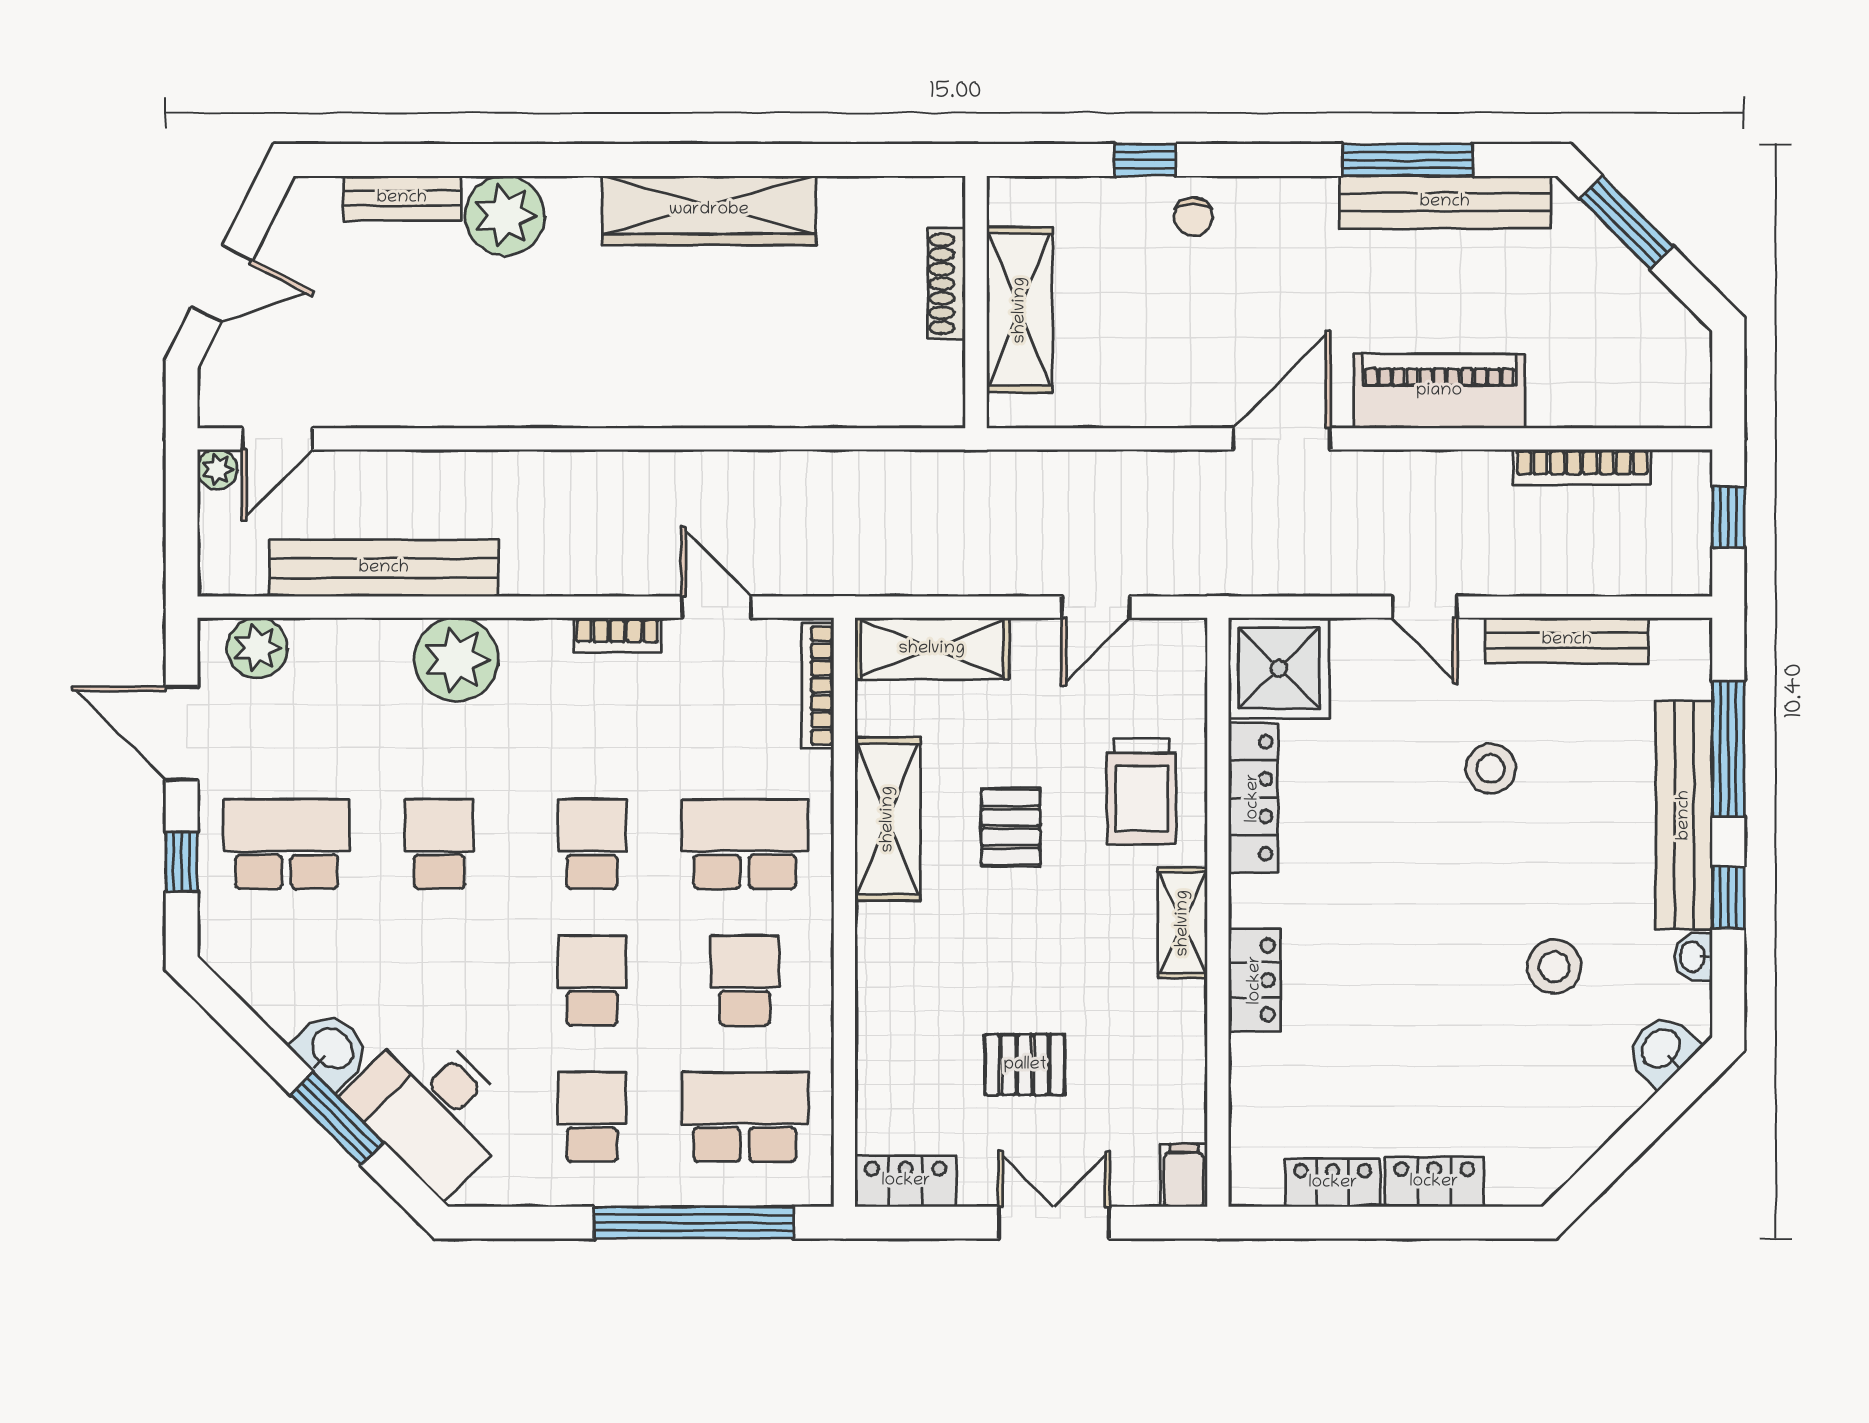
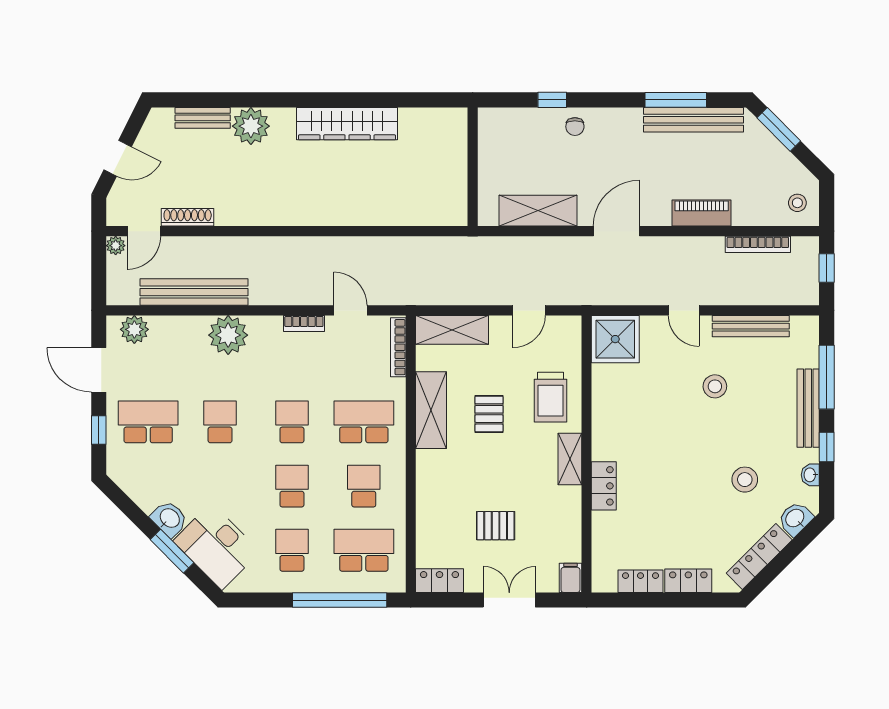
shoe rack: (947, 284) -> (188, 217), moved, turned 90
shelving: (1020, 310) -> (538, 211), moved, turned 90
stool: (1666, 379) -> (797, 203), added
piano: (1439, 391) -> (702, 213), width x0.73, depth x0.75
locker: (1253, 798) -> (759, 556), moved, turned -135
bench: (1684, 815) -> (808, 408), width x0.73, depth x0.82

